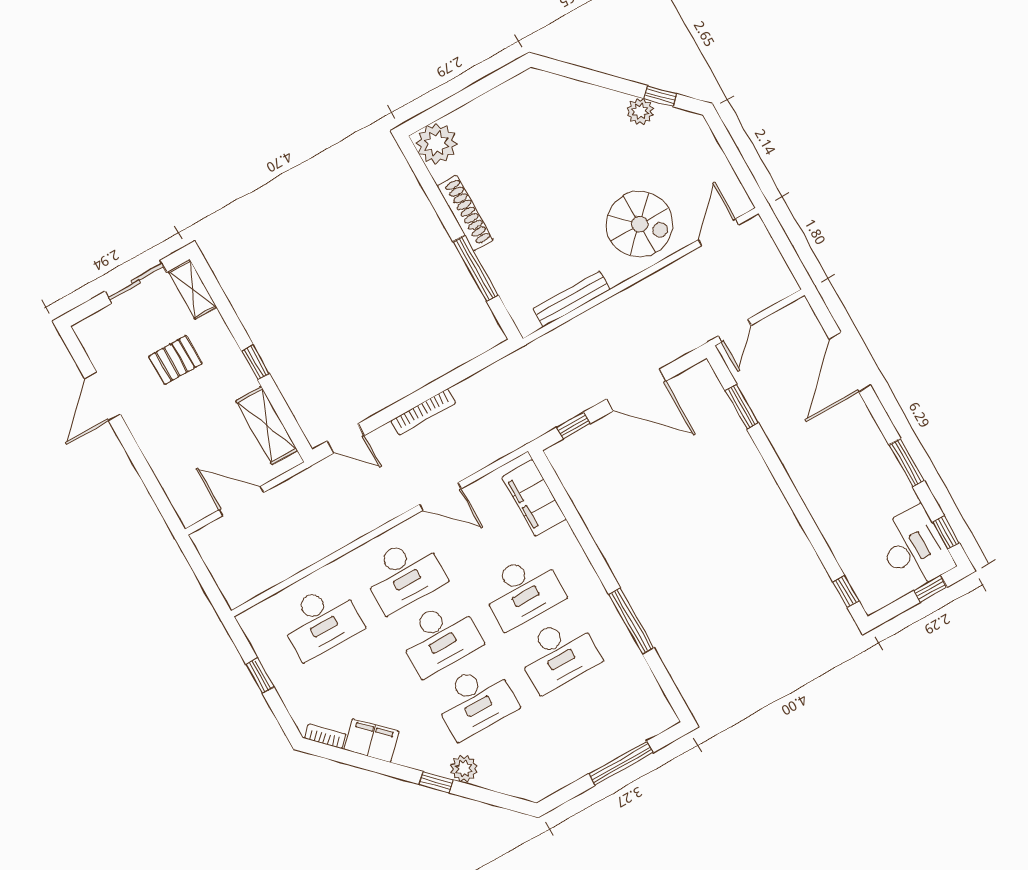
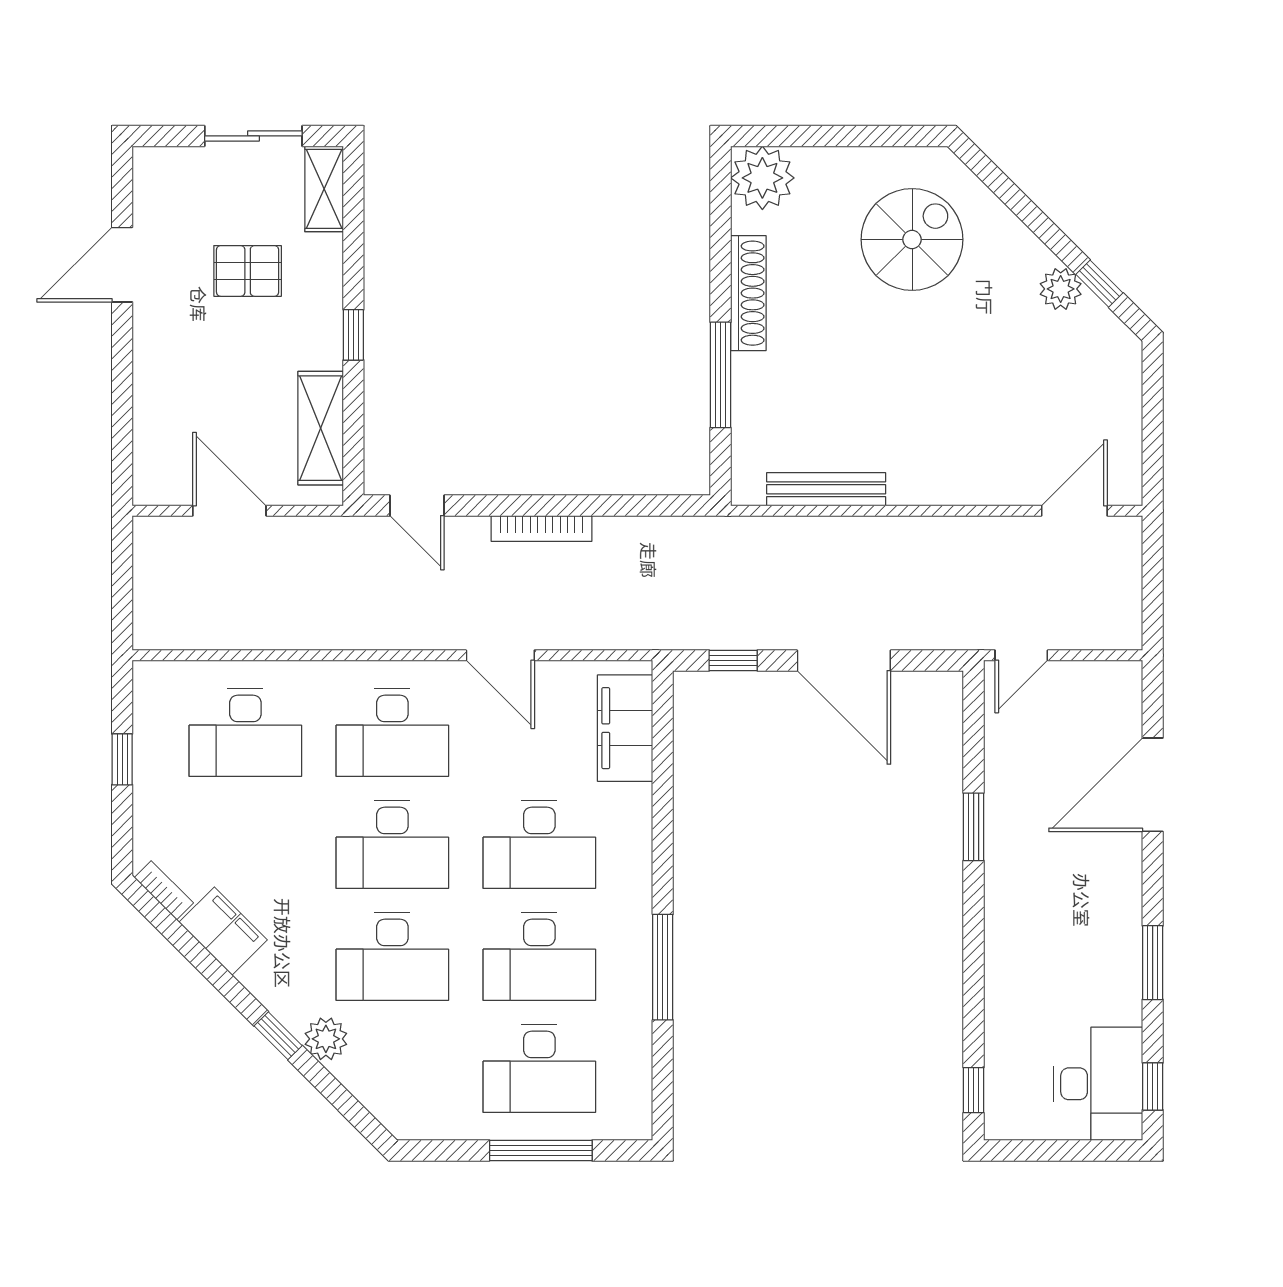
spiral stairs: (639, 224) -> (912, 240), moved, turned -90
window: (742, 407) -> (974, 827), moved
window: (930, 589) -> (1089, 1150), removed
desk: (594, 717) -> (539, 1068), added

